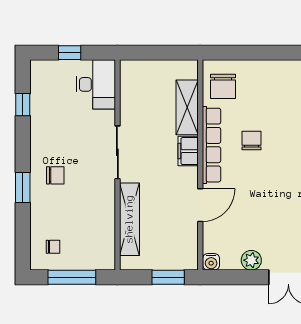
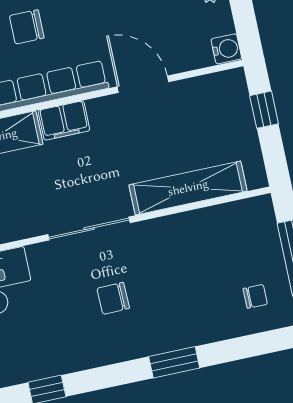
chair: (55, 175) -> (113, 298), moved, turned -91
chair: (53, 247) -> (255, 296), turned 90
window: (168, 277) -> (264, 110), width x0.67

